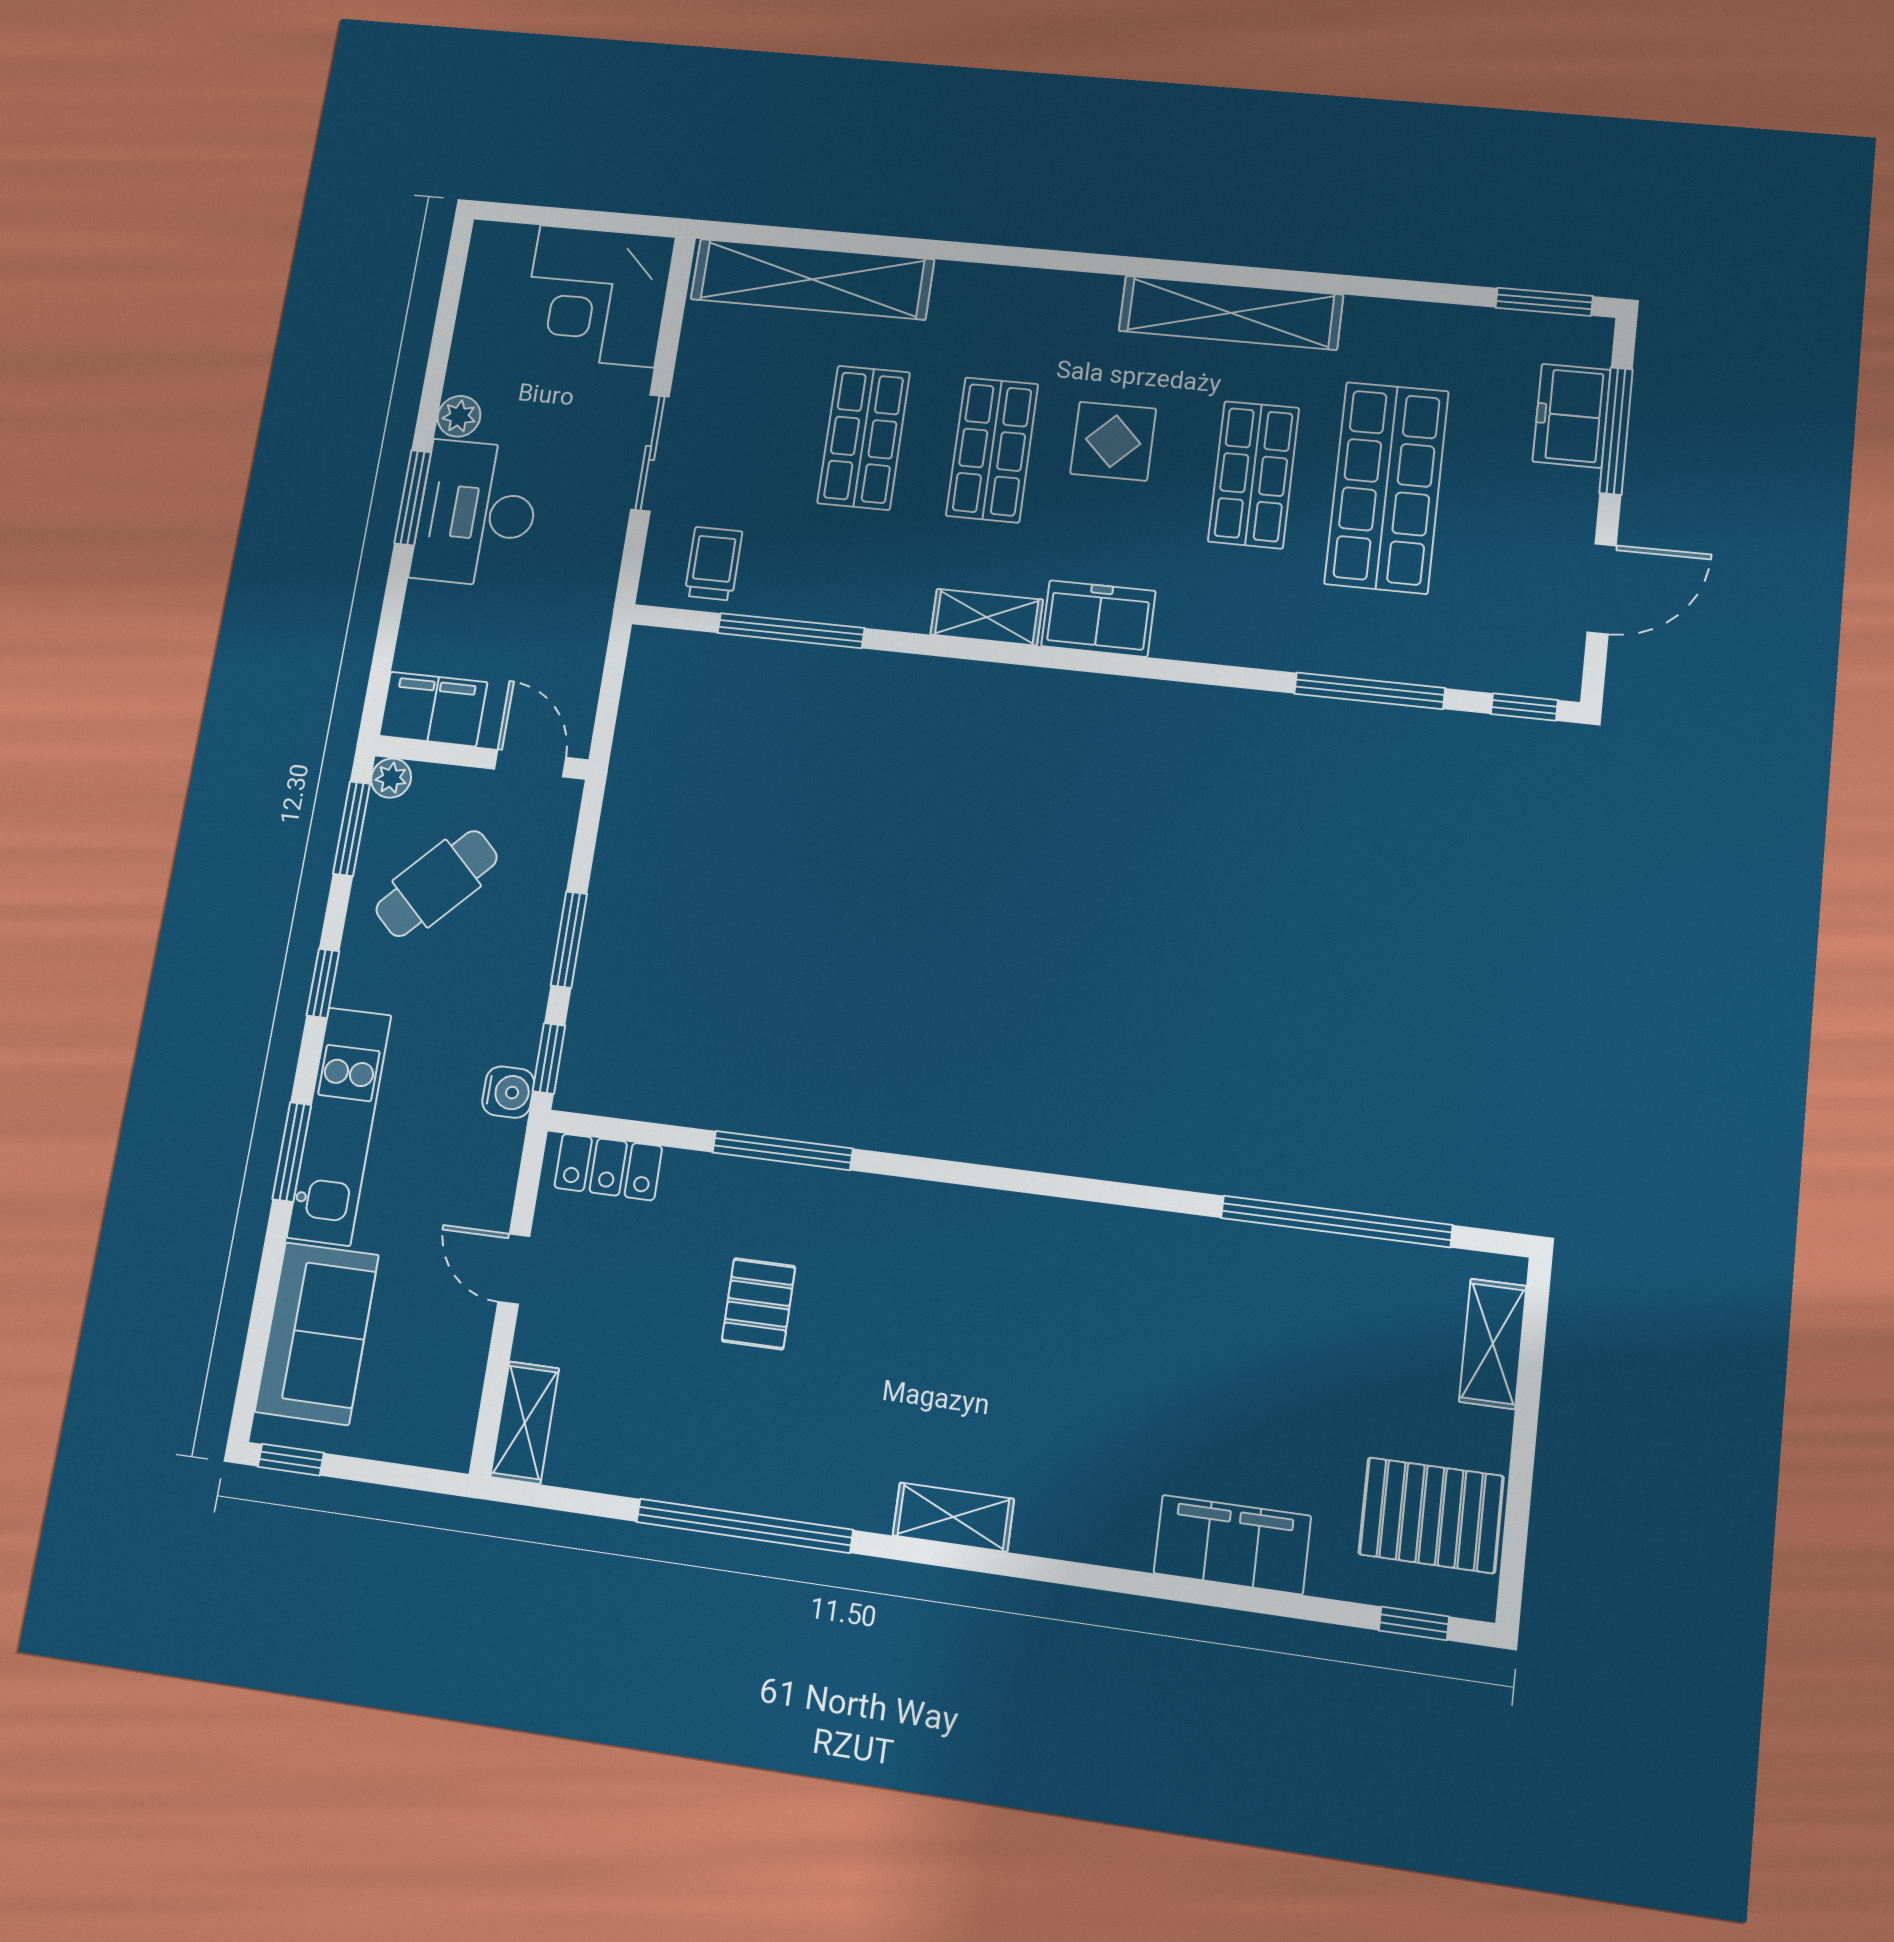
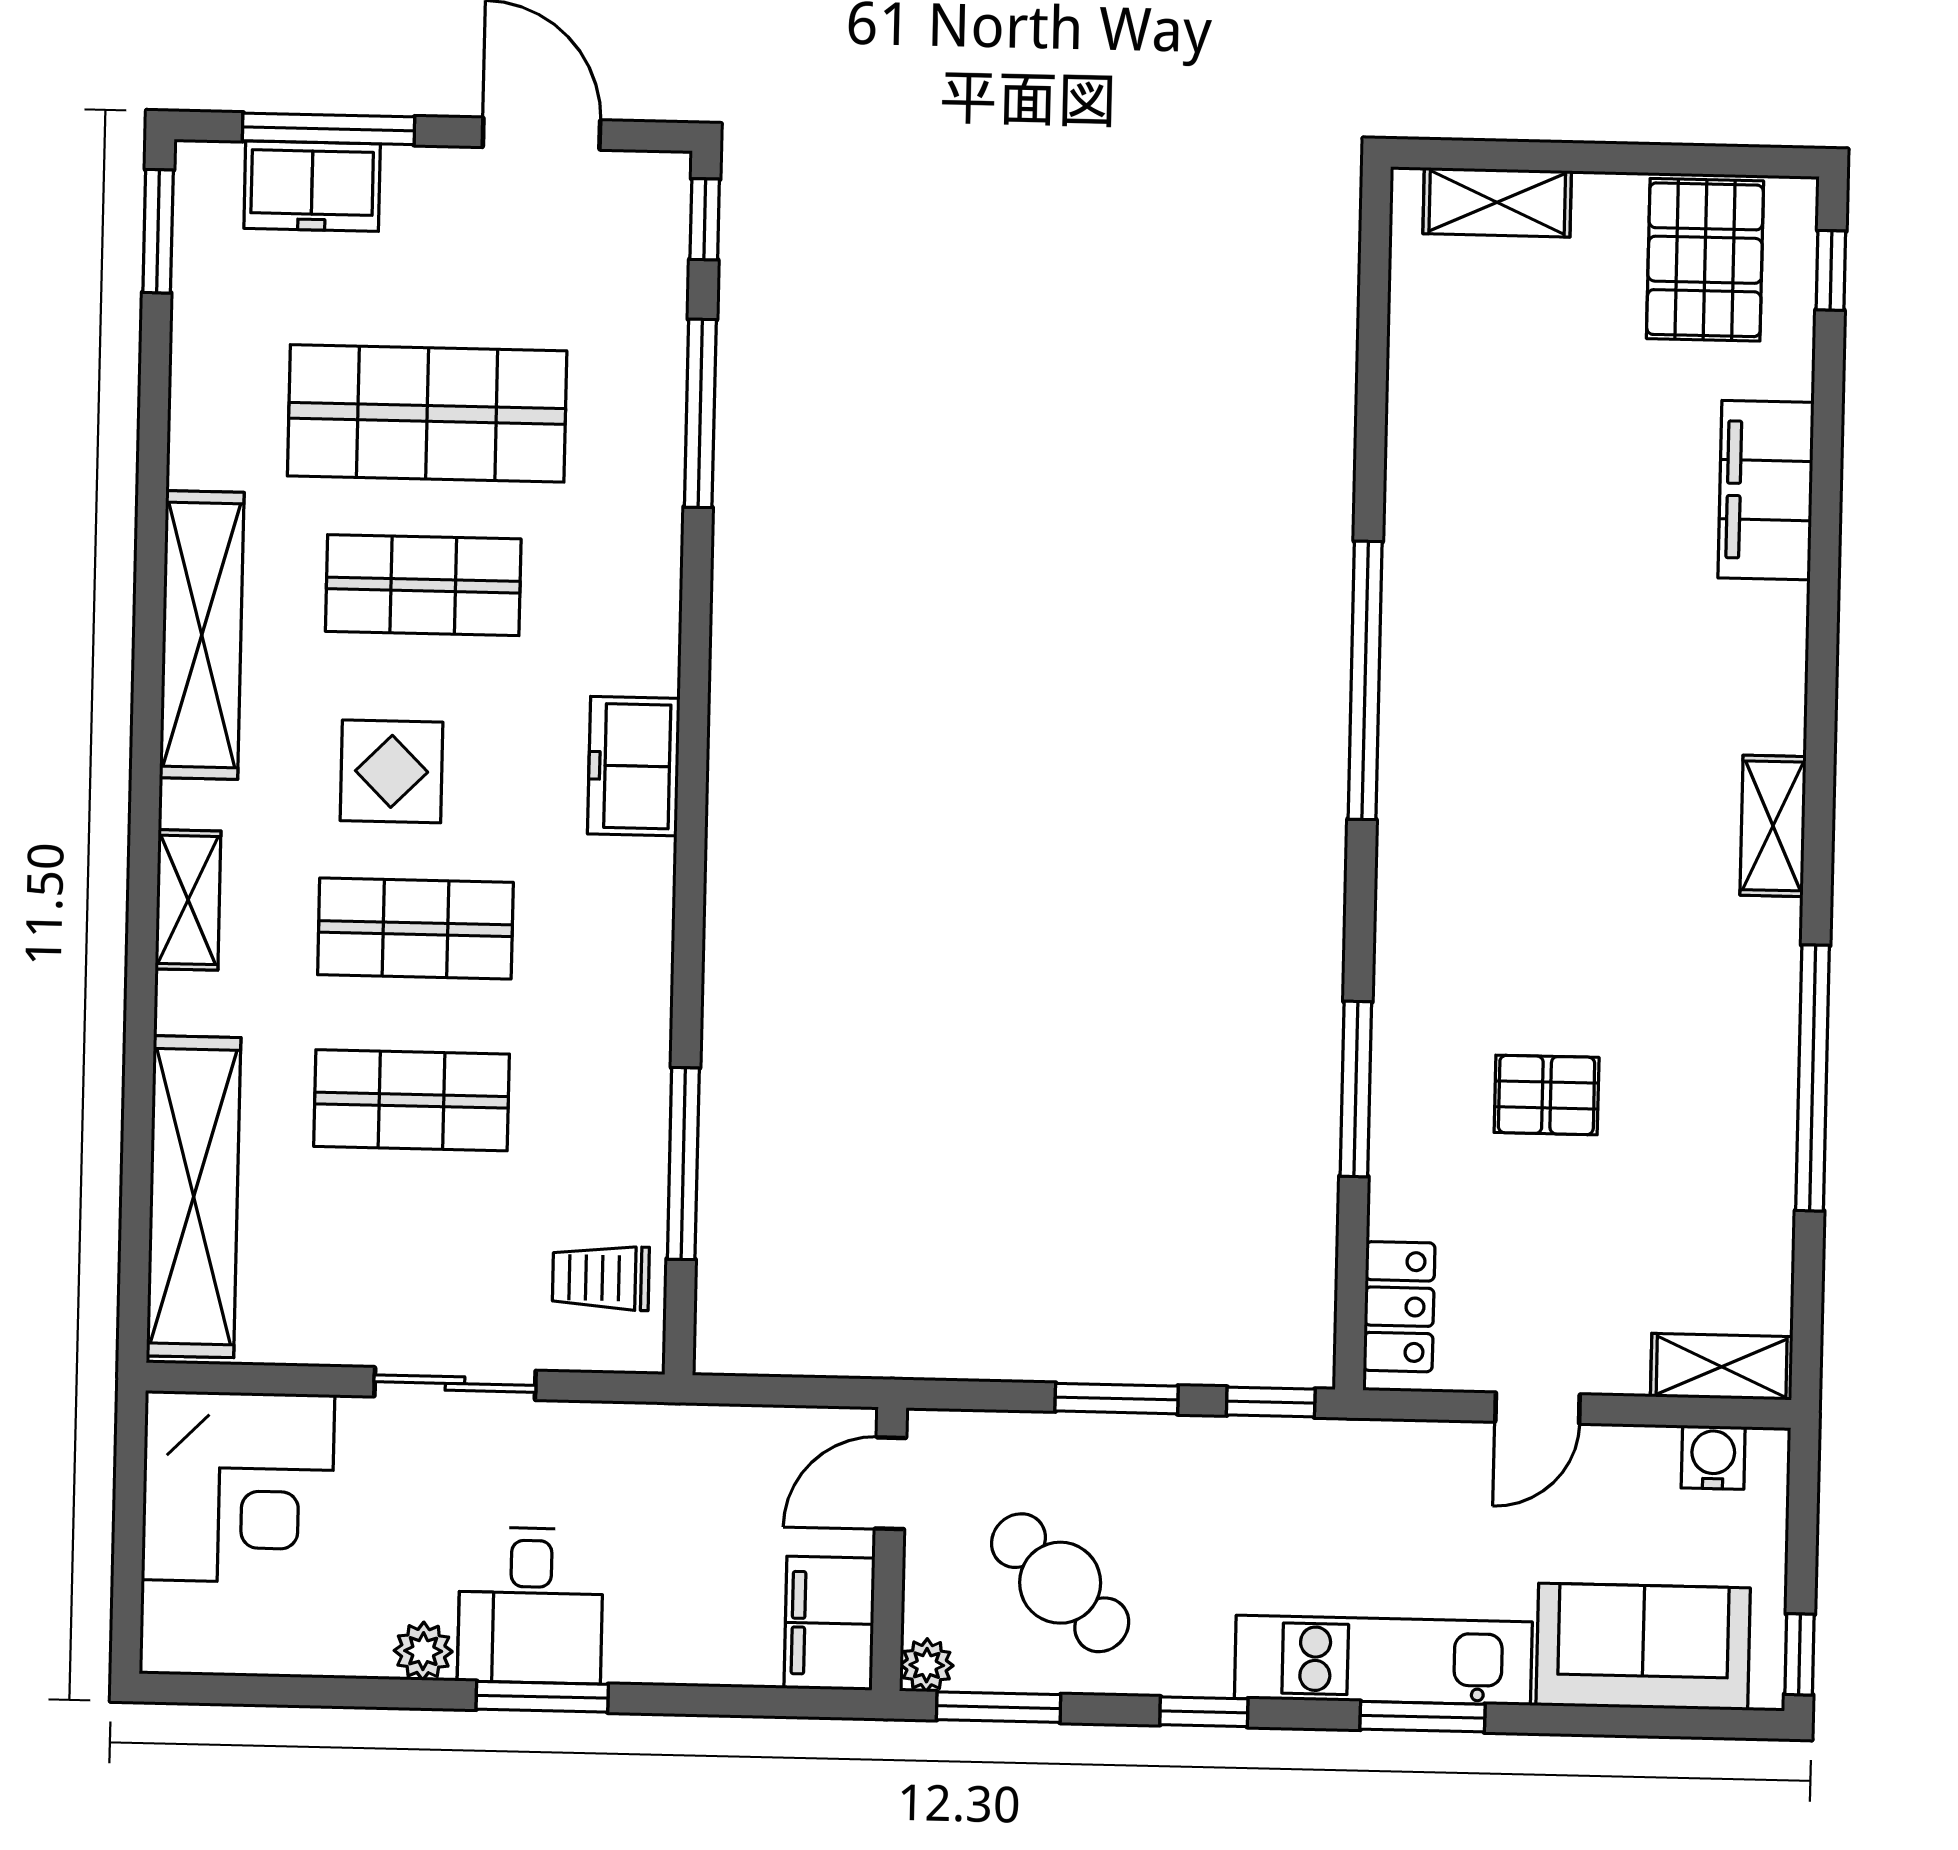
desk: (477, 513) -> (531, 1605), width x0.73
shelving: (987, 617) -> (188, 900), moved
water cooler: (508, 1092) -> (1713, 1457), moved
window: (1336, 1221) -> (1365, 680), moved

